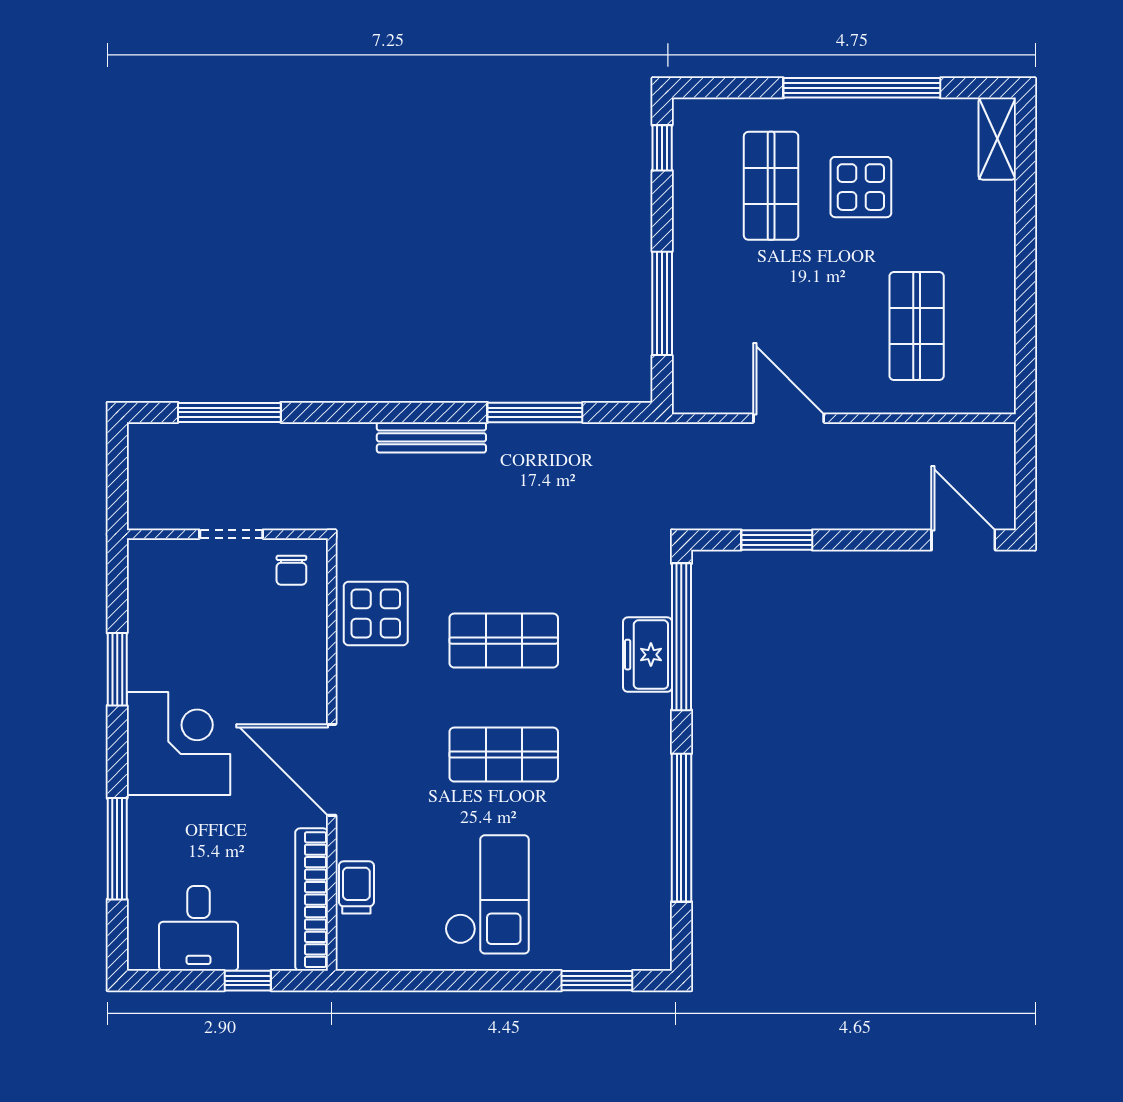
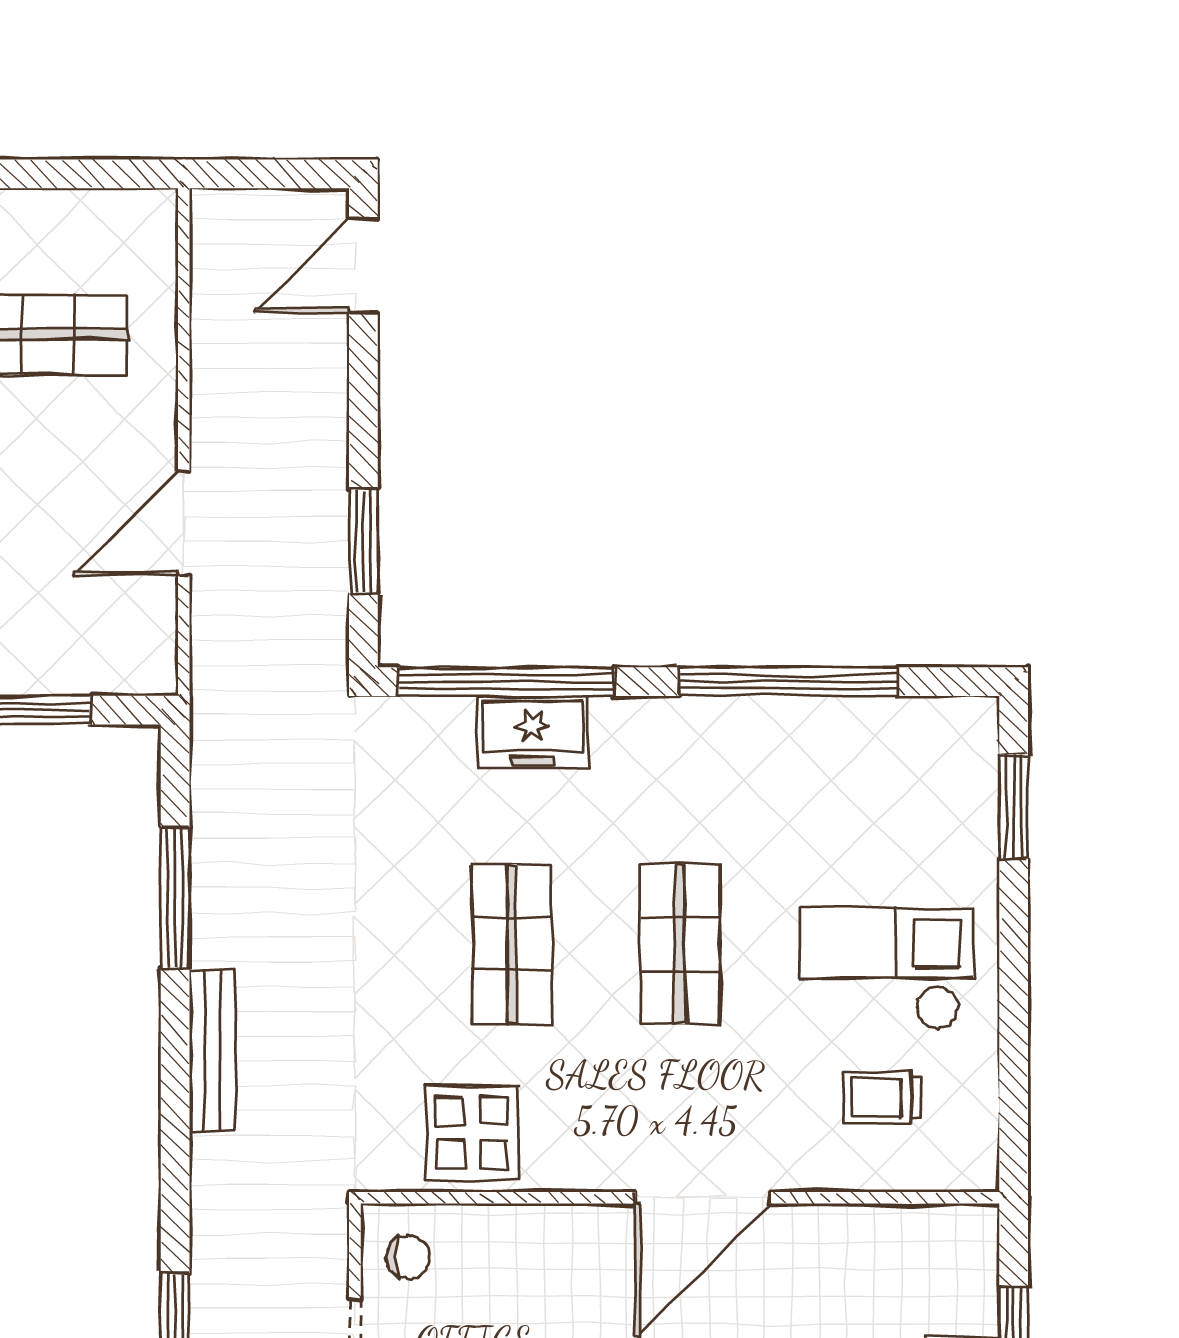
trolley: (356, 887) -> (882, 1098), moved
bookcase: (312, 900) -> (894, 1227), removed

